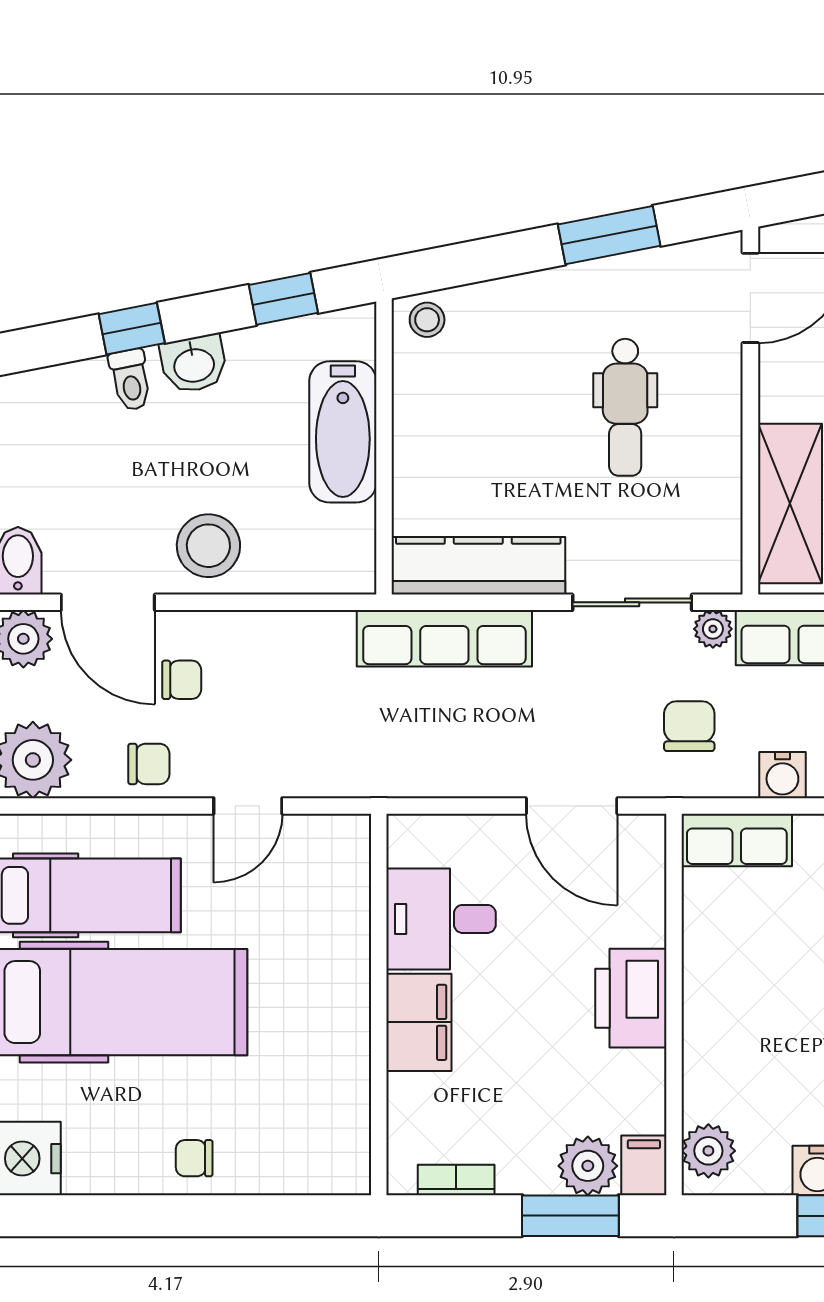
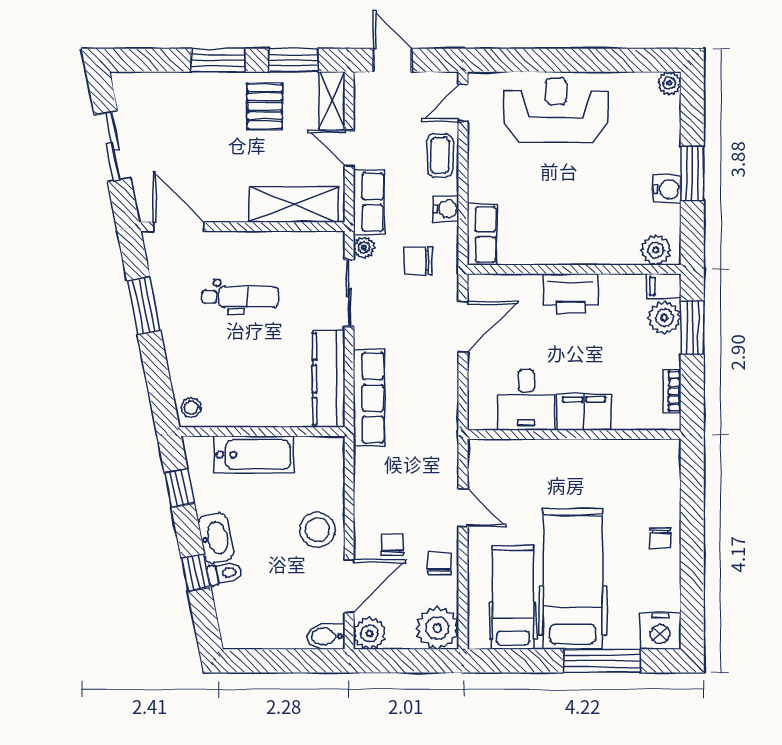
washbasin: (194, 364) -> (216, 538), width x1.38

